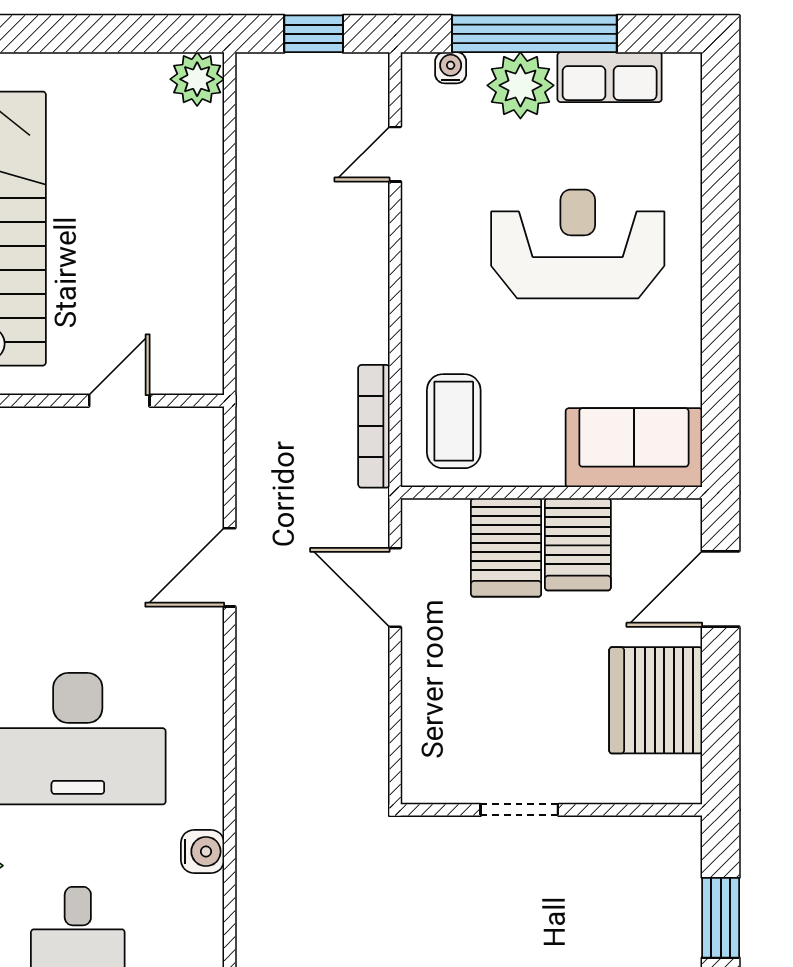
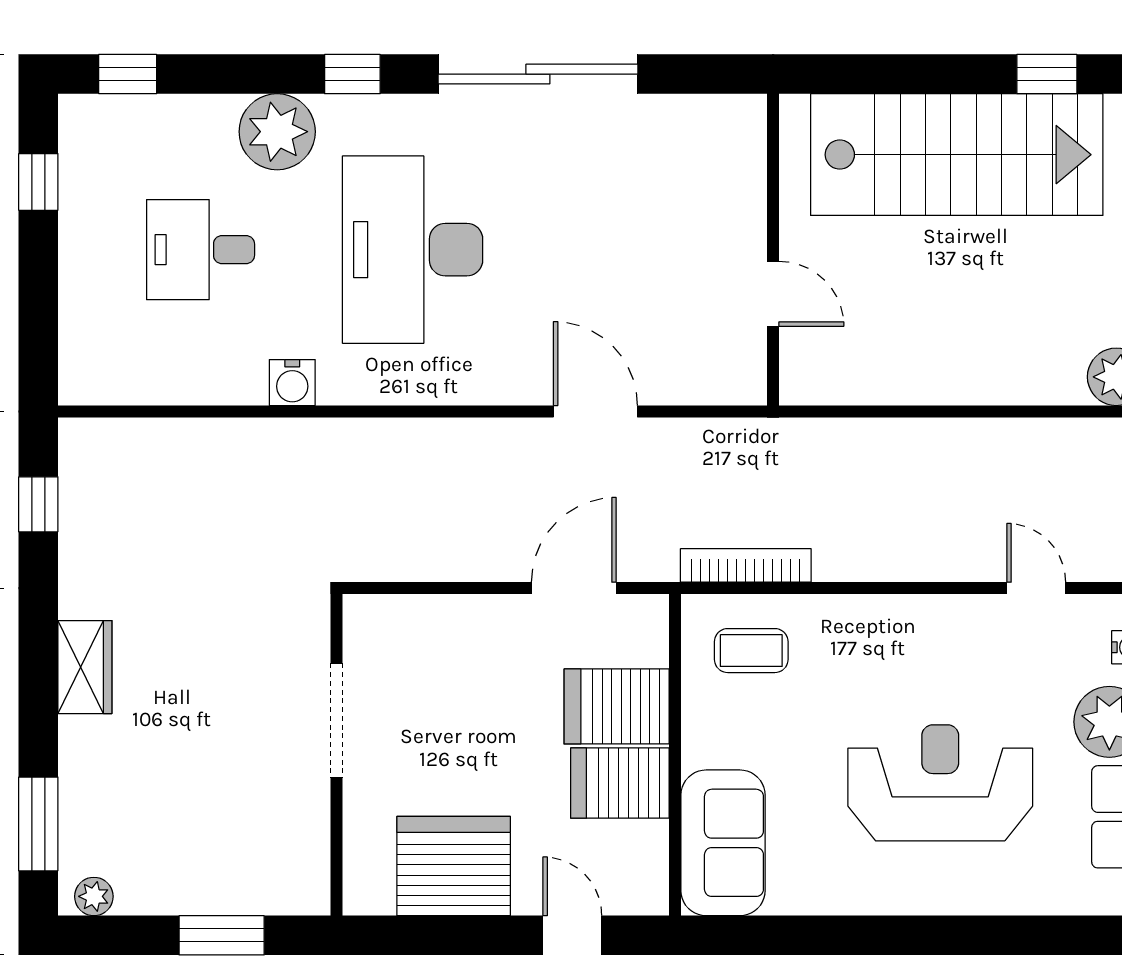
reception desk: (578, 244) -> (940, 783), turned -90
coffee table: (454, 421) -> (751, 651), width x0.73, depth x0.77
door: (721, 589) -> (572, 935), width x0.73
doorway: (519, 810) -> (337, 721), width x1.38

